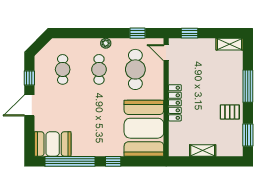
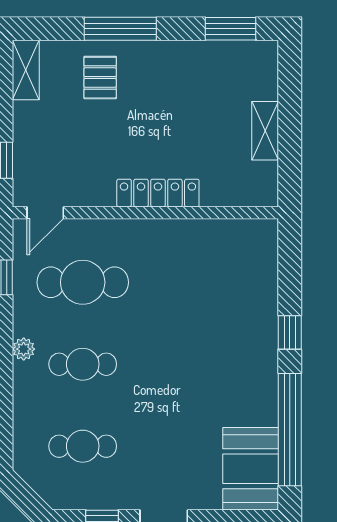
pallet: (230, 112) -> (100, 78), moved
booth: (144, 128) -> (215, 263), removed

